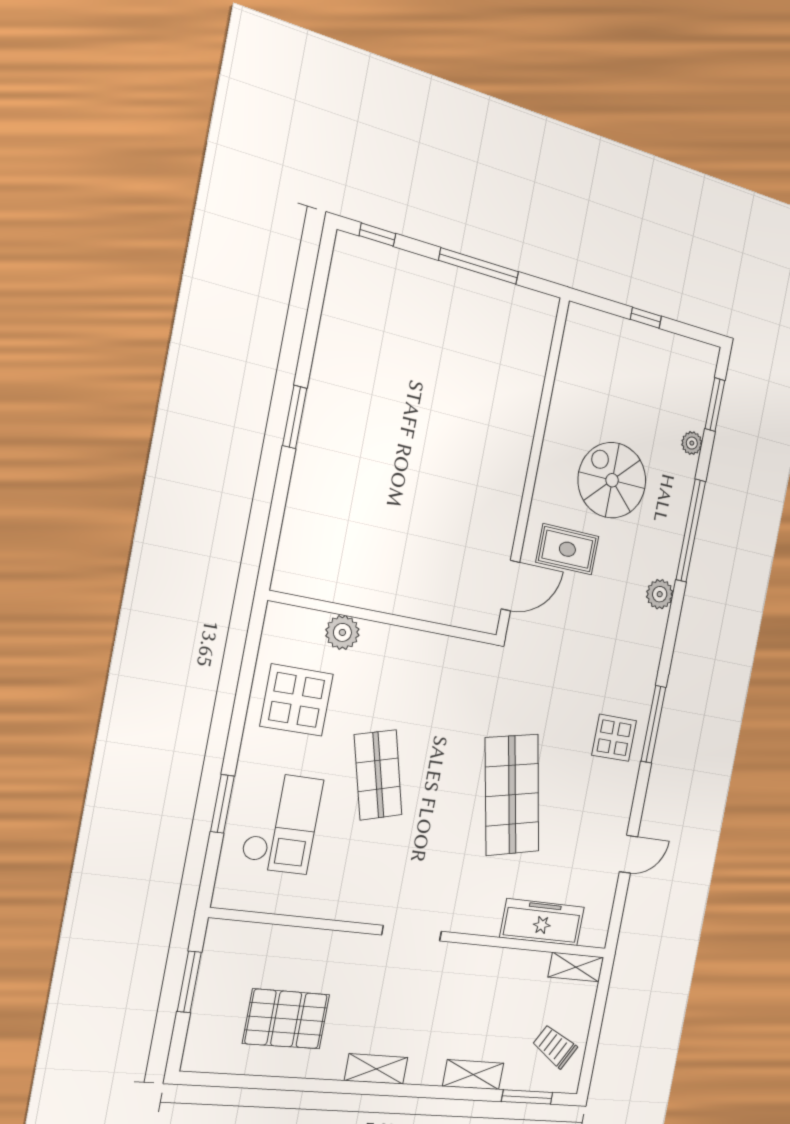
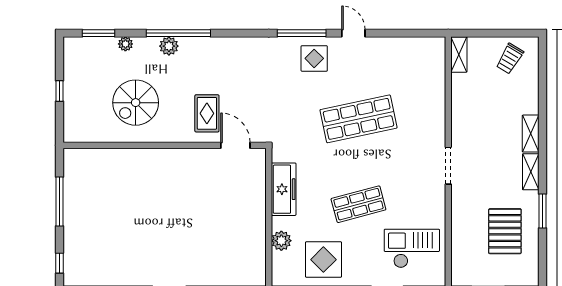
spiral stairs: (612, 480) -> (136, 103), moved
plant: (660, 594) -> (169, 46), moved
checkout: (282, 823) -> (412, 248), moved
door: (629, 854) -> (353, 33), moved
freezer: (542, 922) -> (284, 189), moved, turned 180
shelving: (473, 1075) -> (531, 134), moved
window: (527, 1097) -> (543, 211), moved

